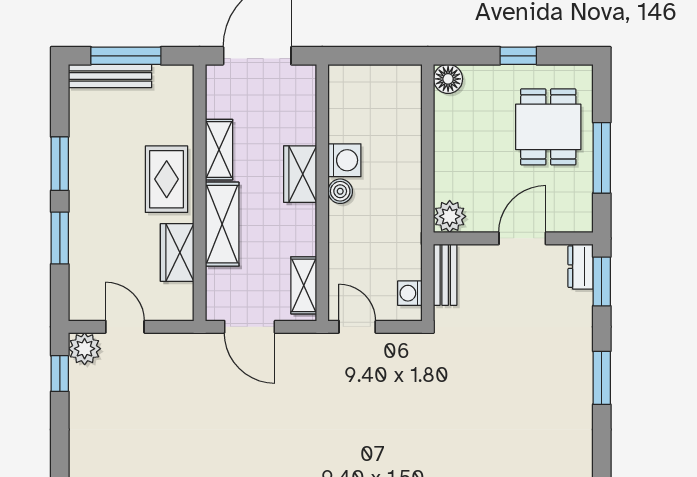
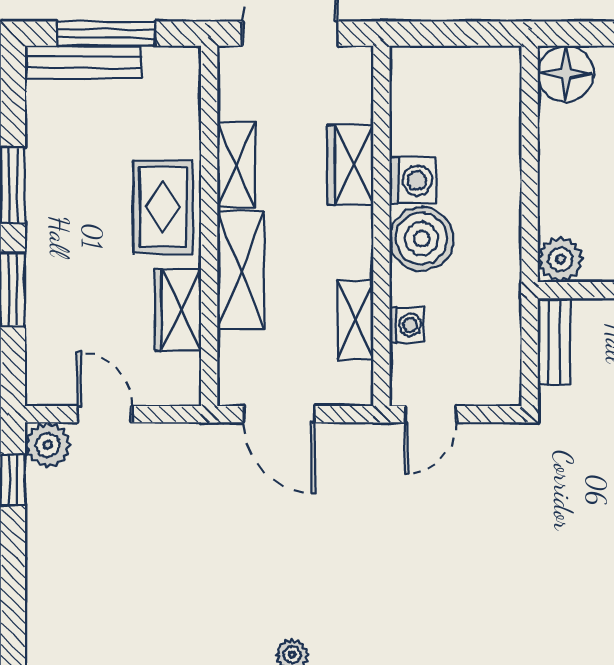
floor lamp: (448, 79) -> (566, 74), width x1.38, depth x1.38
wardrobe: (300, 174) -> (350, 165), moved
boiler: (340, 191) -> (421, 239), width x1.86, depth x1.86
shelving: (304, 285) -> (355, 320), moved
washing machine: (410, 293) -> (407, 325), moved, turned 180
door: (357, 327) -> (431, 414), swing flipped

